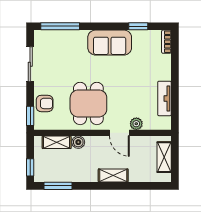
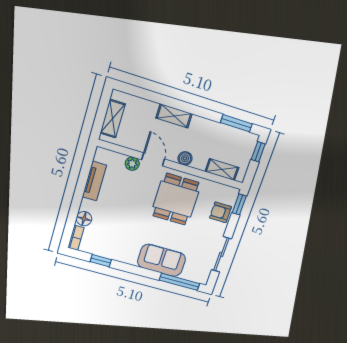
sofa: (110, 43) -> (162, 260), moved
floor lamp: (164, 62) -> (84, 219), added
boiler: (78, 142) -> (185, 158), moved

